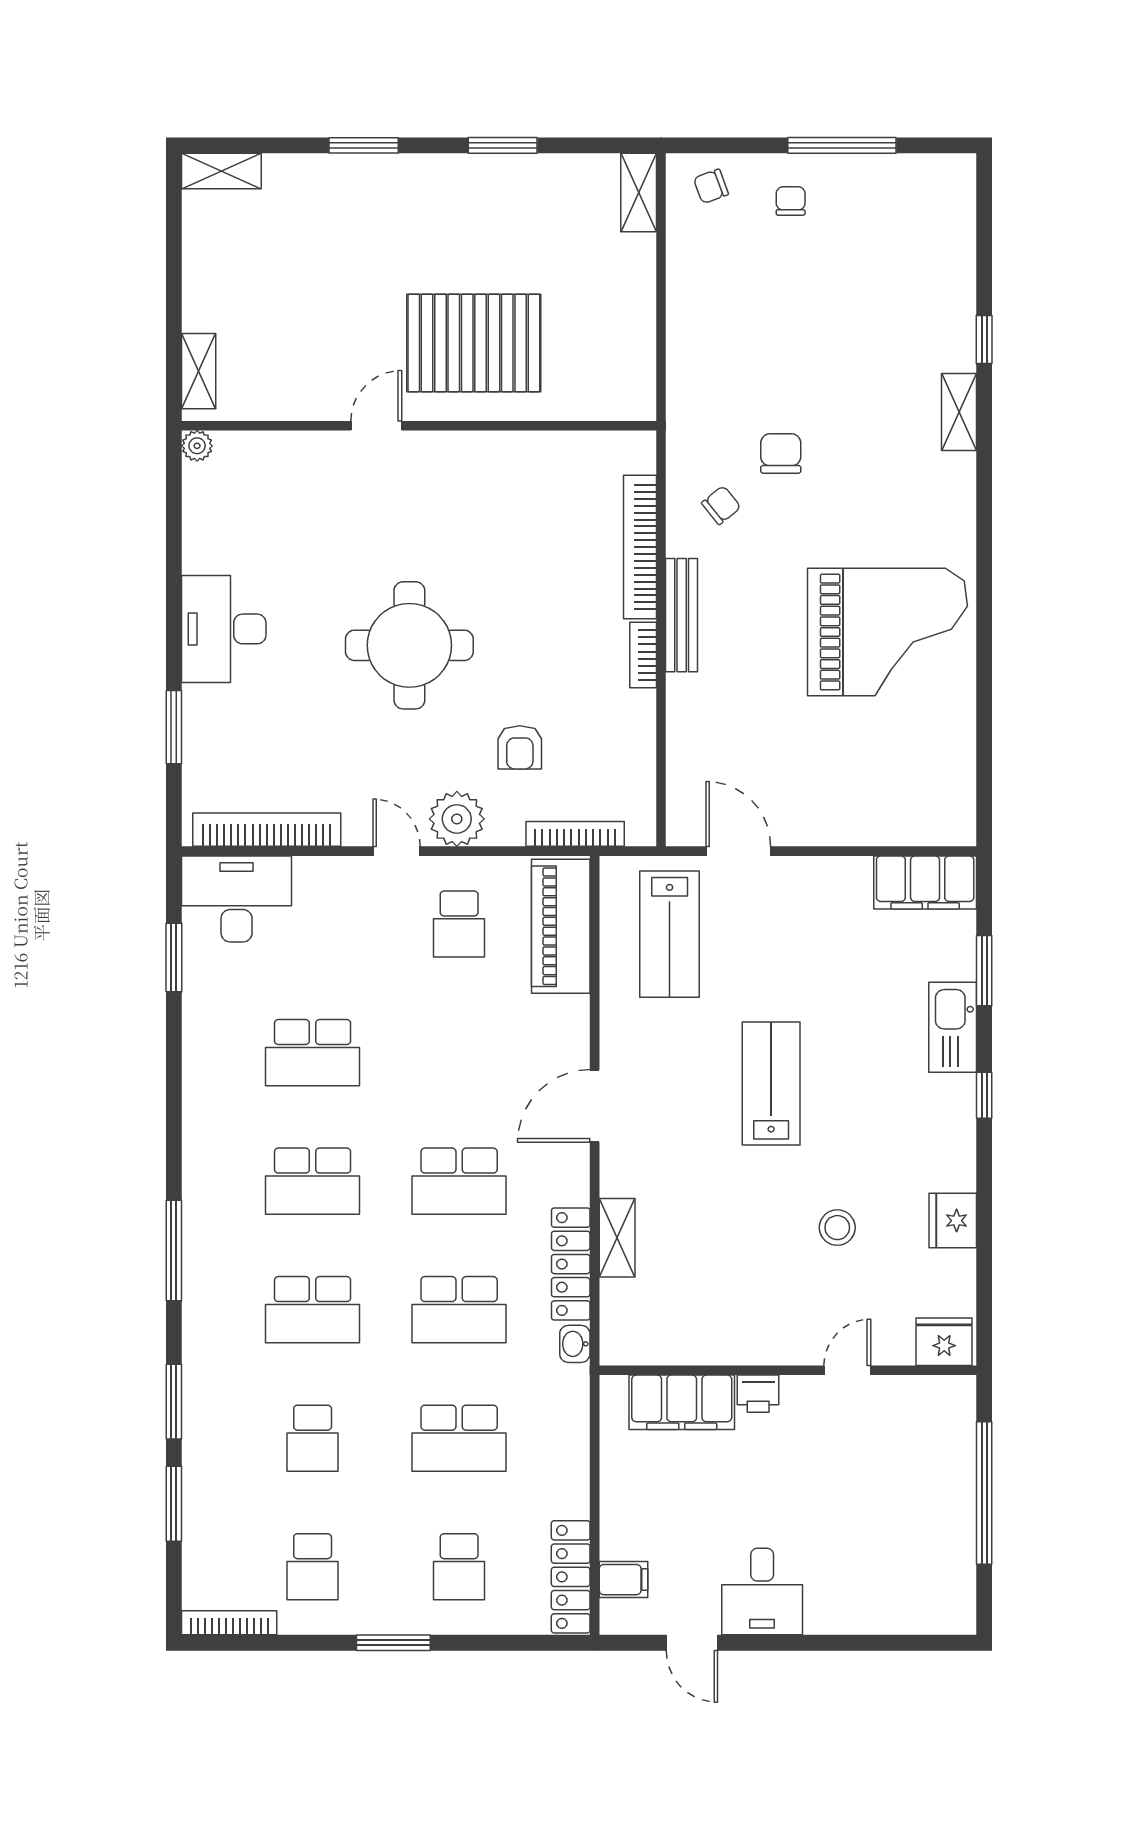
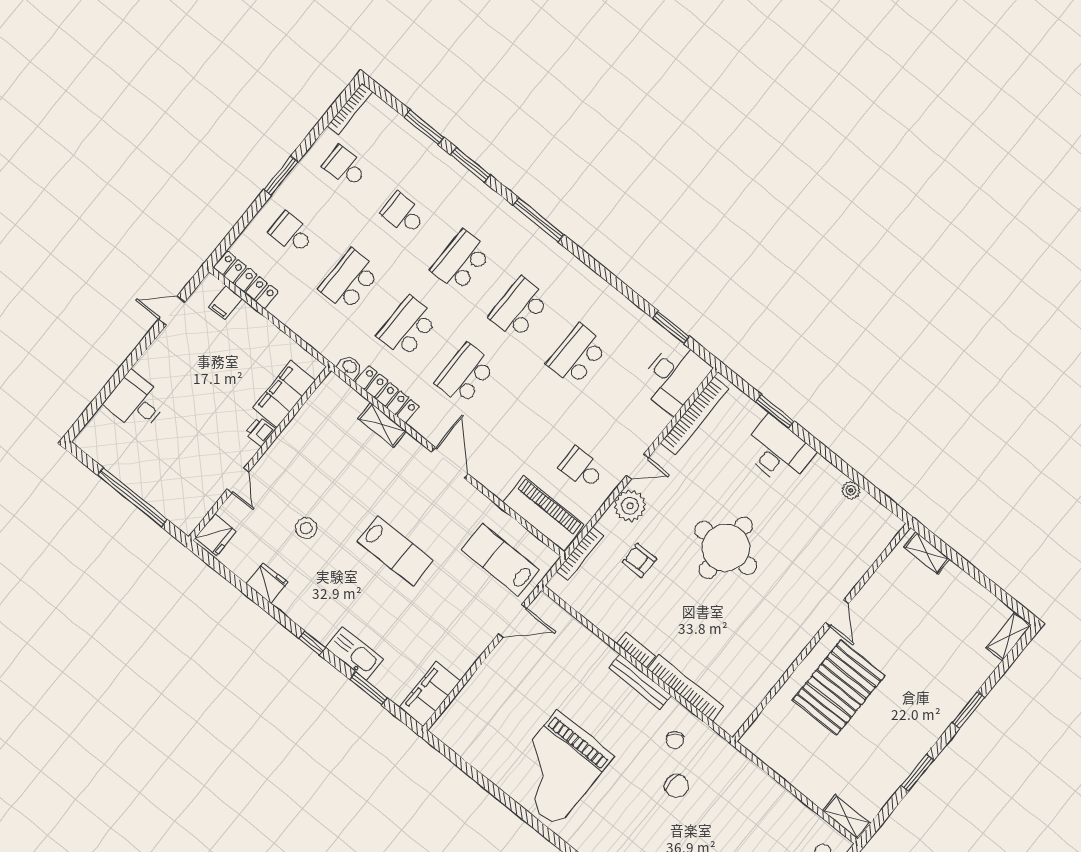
plant: (197, 446) -> (851, 490), moved
desk: (224, 629) -> (778, 451), moved
desk: (762, 1592) -> (136, 402), moved

